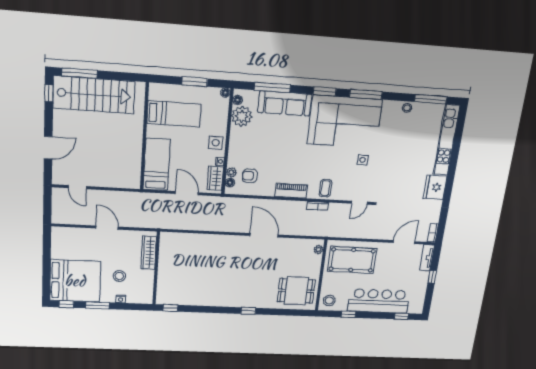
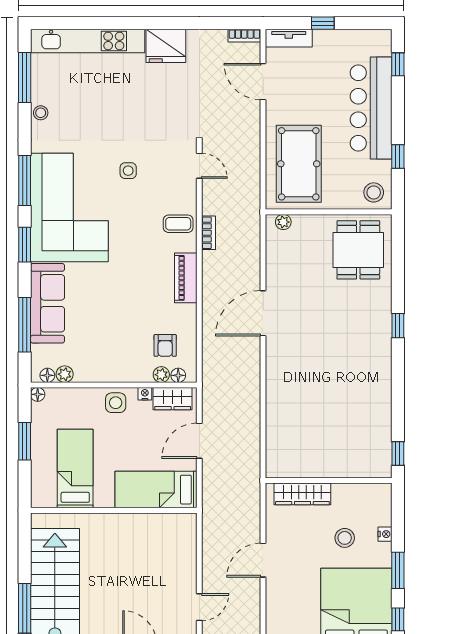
plant: (242, 116) -> (65, 374), width x0.53, depth x0.53

